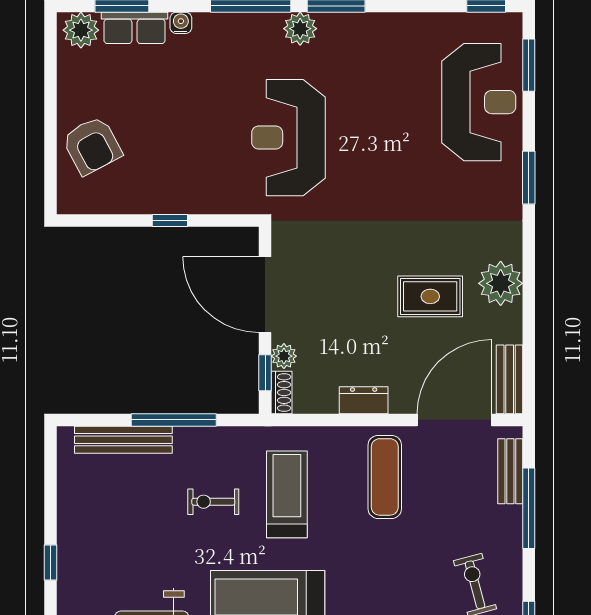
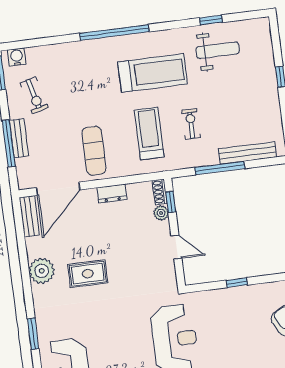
door: (265, 295) -> (176, 247), width x0.53
rug: (430, 296) -> (88, 274), moved
bench: (510, 471) -> (19, 138), moved
treadmill: (287, 494) -> (149, 133), turned 180
exercise bike: (213, 502) -> (191, 124), turned -90

